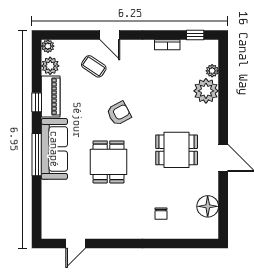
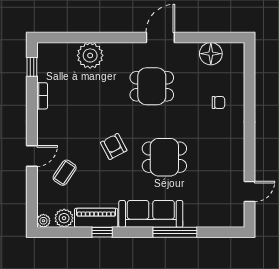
plant: (212, 71) -> (69, 49), removed
dining table: (177, 150) -> (152, 86), turned 90
window: (37, 155) -> (175, 232), moved
door: (76, 243) -> (250, 192), hinge flipped

